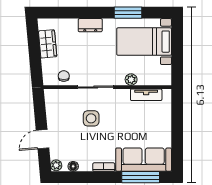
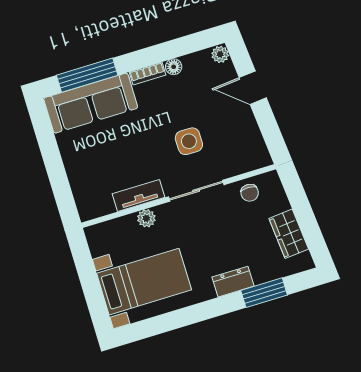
window: (128, 13) -> (264, 293), moved
tv unit: (146, 95) -> (139, 196), moved
door: (42, 139) -> (253, 88), swing flipped
floor lamp: (73, 166) -> (174, 67), moved

